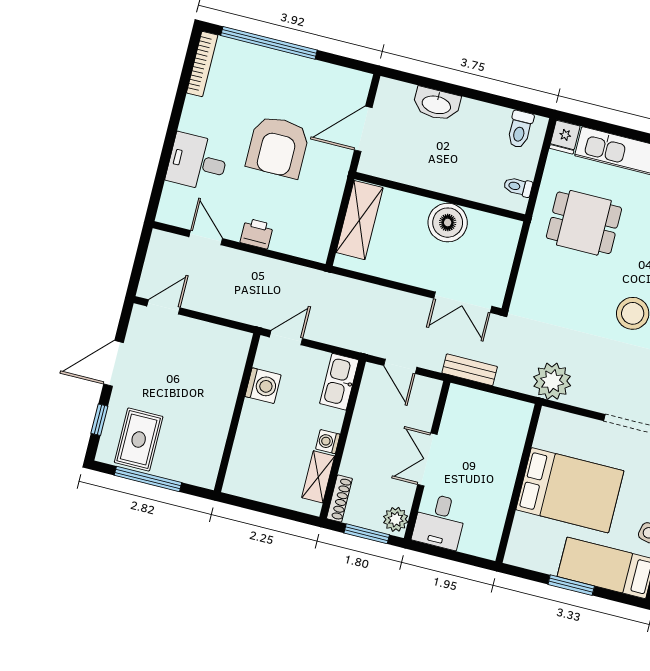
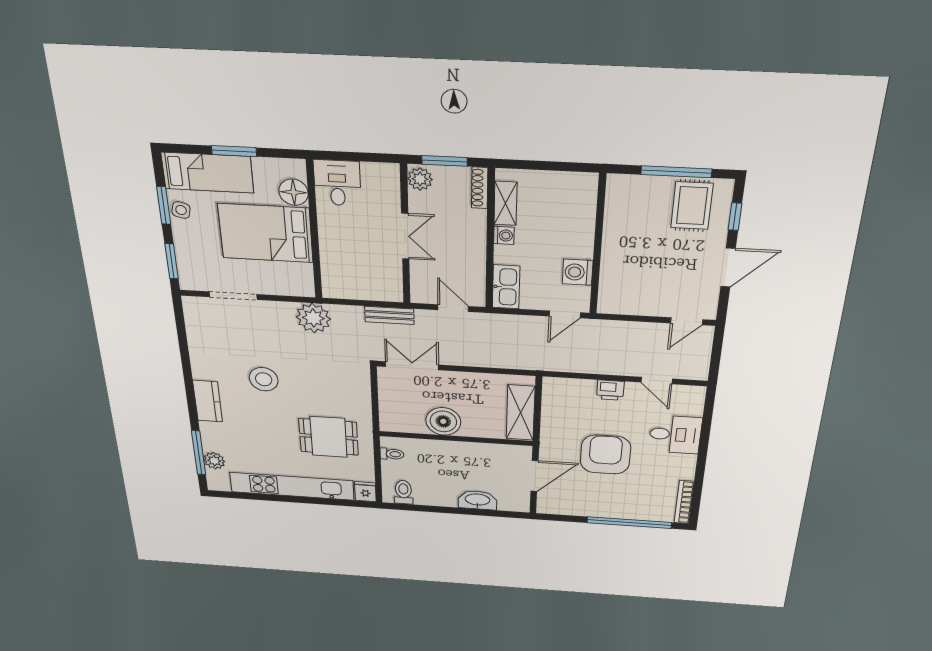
desk: (440, 521) -> (337, 183), moved
floor lamp: (526, 530) -> (294, 192), added

